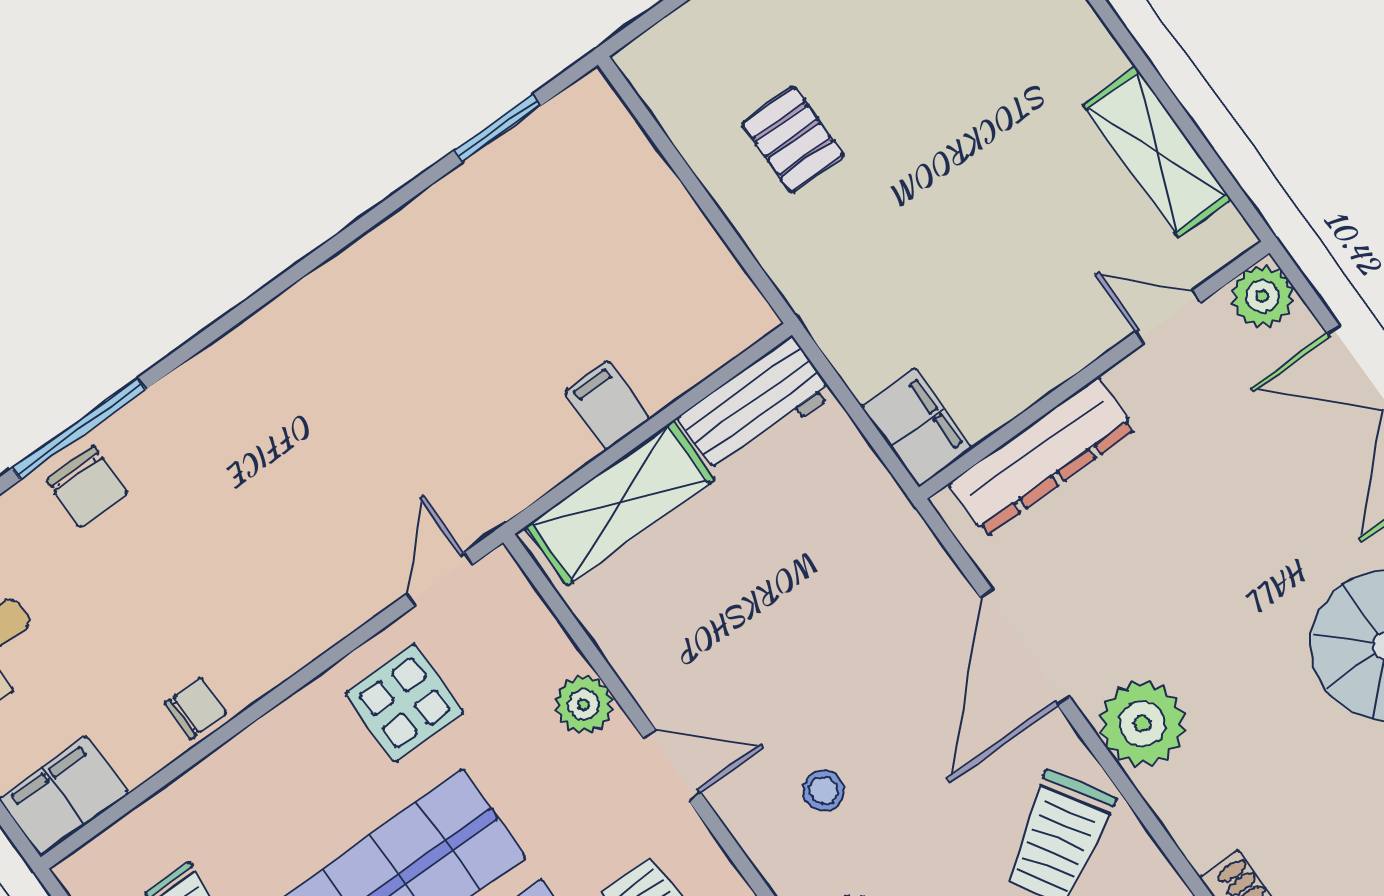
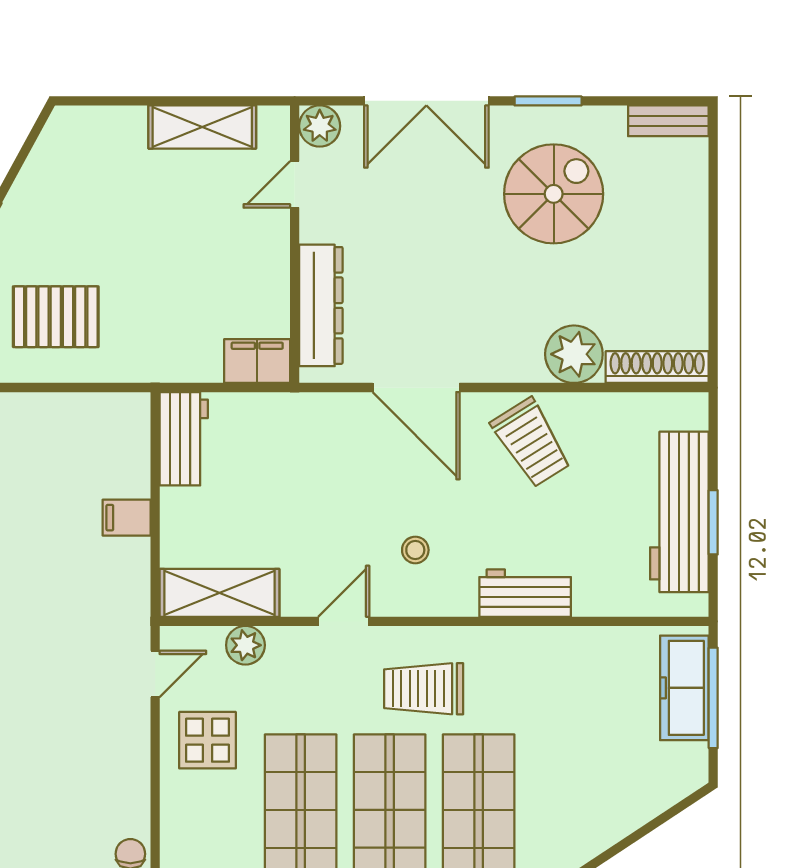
pallet: (793, 139) -> (56, 317), width x1.50, depth x1.42
shelving: (620, 503) -> (219, 593), moved, turned 90
door: (440, 579) -> (155, 674), swing flipped
plant: (584, 705) -> (245, 645), moved
plant: (1142, 724) -> (574, 354), moved

